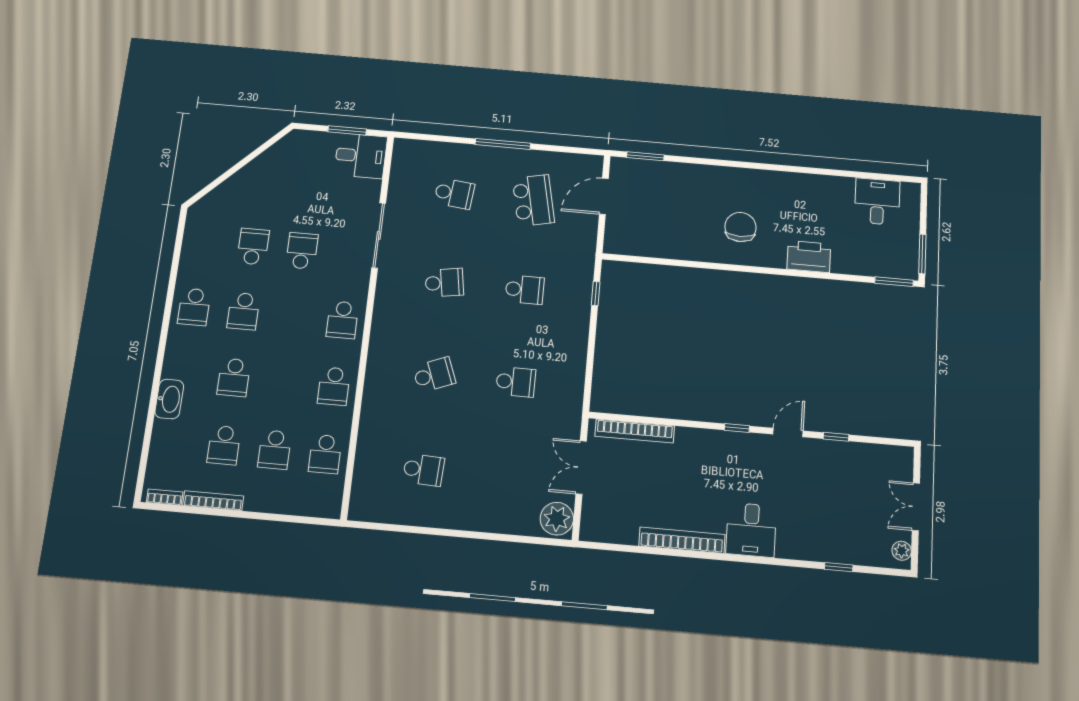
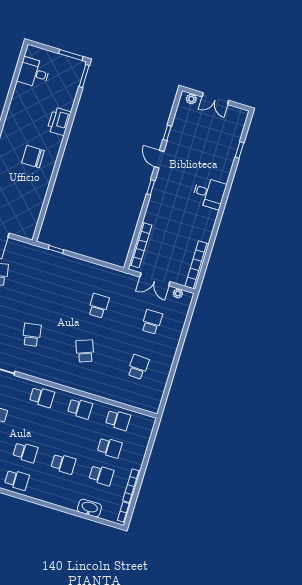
school desk: (525, 290) -> (152, 322), moved
washbasin: (169, 399) -> (89, 508), moved
plant: (557, 519) -> (178, 293), width x0.53, depth x0.53
bookcase: (682, 540) -> (197, 265), moved
plant: (902, 551) -> (191, 99), moved

